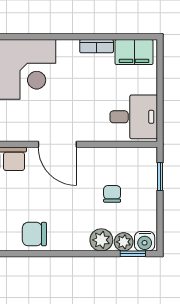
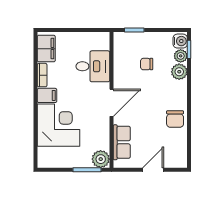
filing cabinet: (68, 53) -> (47, 95), added
desk: (134, 117) -> (93, 66), moved, turned 90

